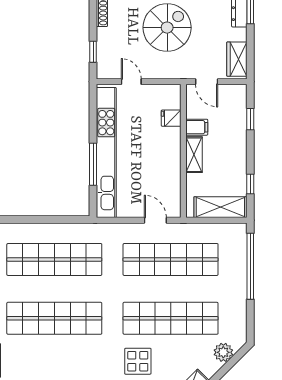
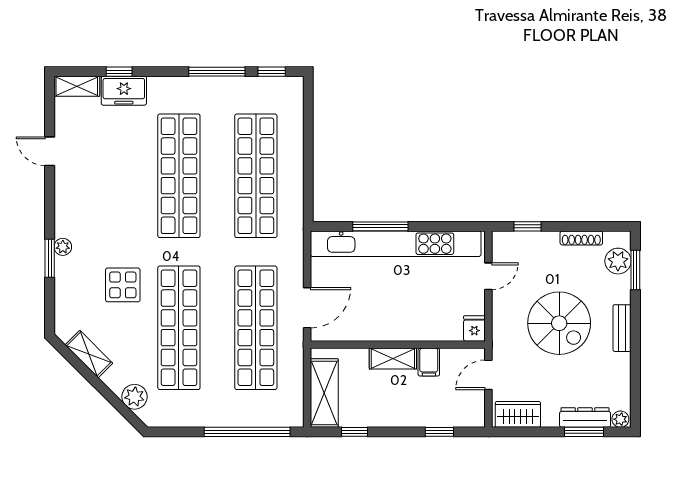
fridge: (171, 118) -> (474, 329), moved
door: (155, 220) -> (307, 308), width x1.38

